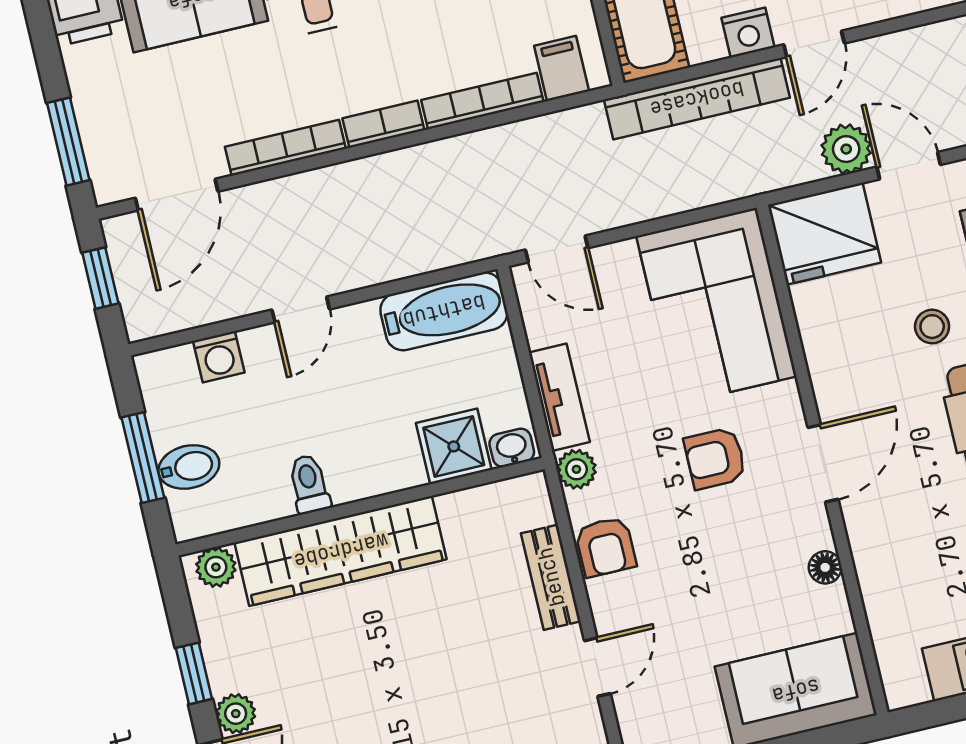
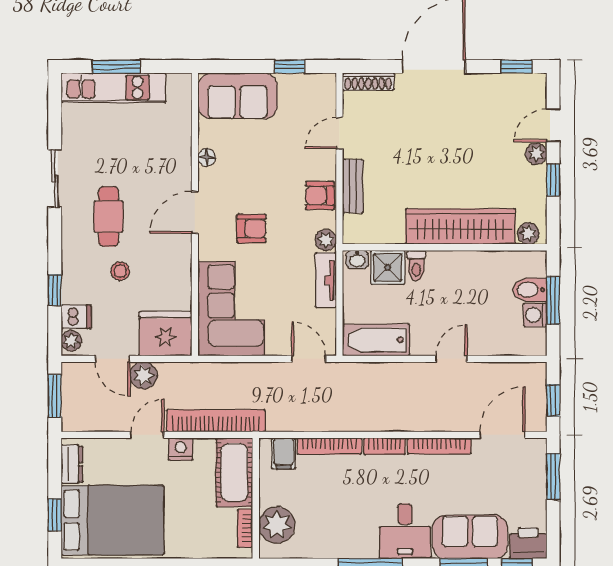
washing machine: (219, 357) -> (535, 315), moved, turned -90
toilet: (309, 484) -> (416, 266), moved
armchair: (606, 547) -> (320, 196), turned -90

